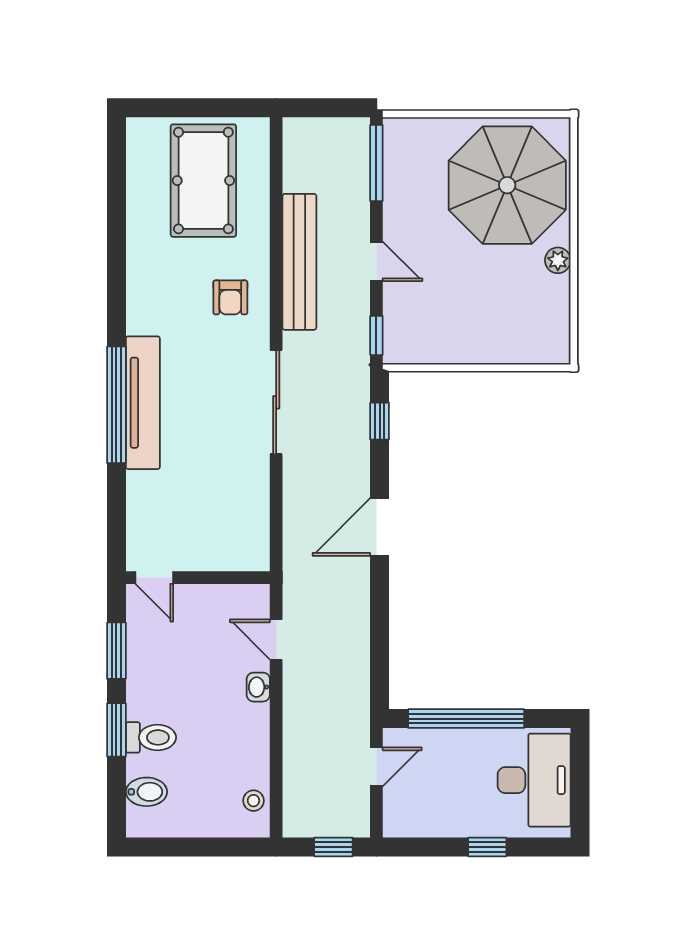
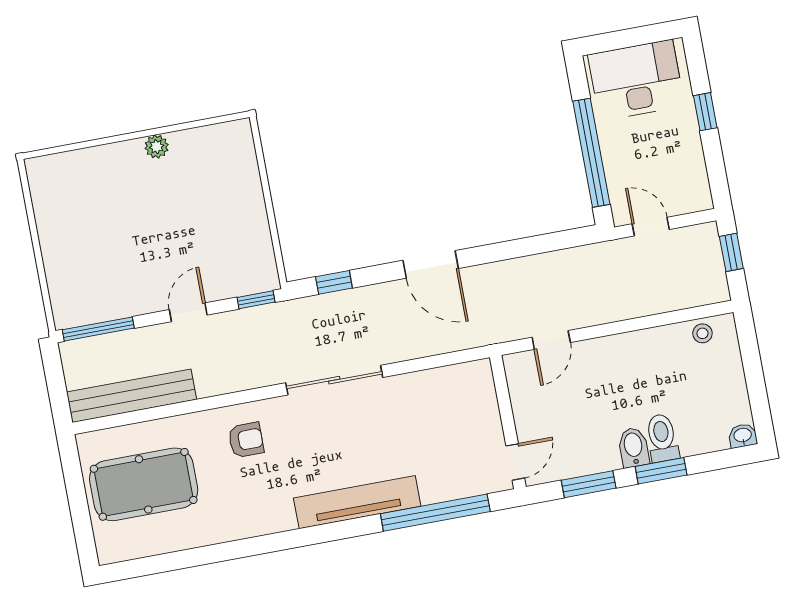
parasol: (507, 185) -> (96, 206), removed
bench: (299, 262) -> (131, 396), moved
window: (116, 405) -> (435, 513), moved
washbasin: (258, 687) -> (743, 436), moved, turned 180
bidet: (147, 792) -> (634, 447), moved

